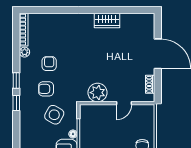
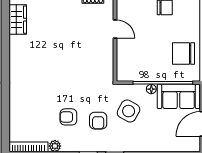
wardrobe: (107, 20) -> (18, 20), moved
plant: (98, 93) -> (102, 60), removed

